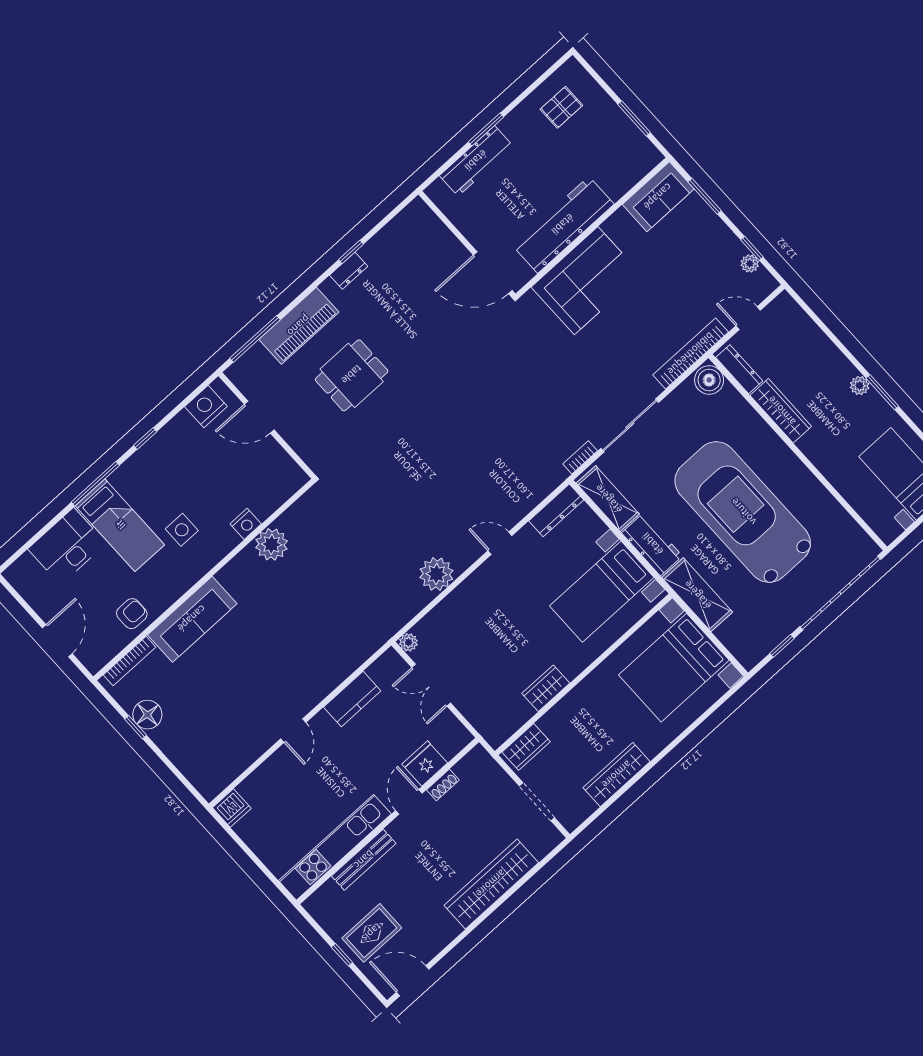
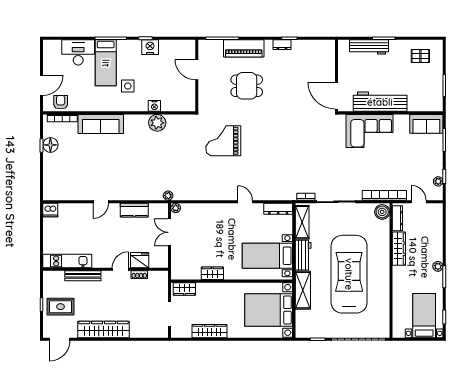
nightstand: (206, 406) -> (150, 47), moved
grand piano: (389, 484) -> (223, 141), added
plant: (436, 574) -> (168, 196), moved, width x0.53, depth x0.53
armchair: (132, 614) -> (61, 102), moved, turned -90
kitchen unit: (335, 847) -> (67, 261), width x0.73
wardrobe: (491, 884) -> (103, 329), moved
door: (413, 981) -> (60, 339), swing flipped

